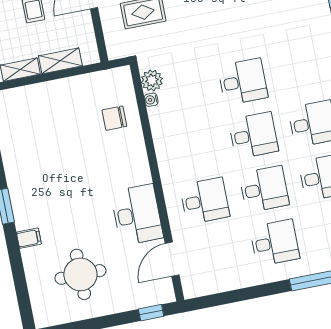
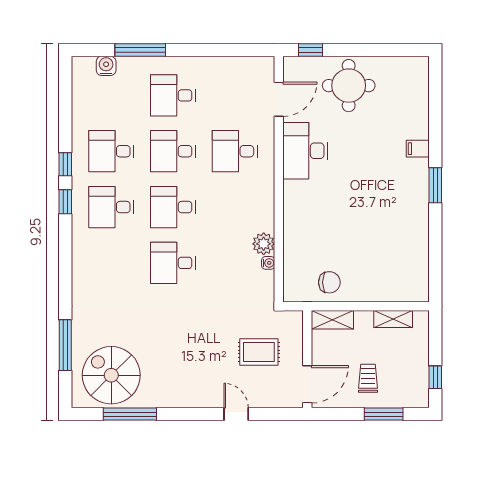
shelving: (60, 61) -> (332, 320), moved
plant: (152, 80) -> (264, 244), moved
chair: (114, 118) -> (329, 282), moved
round table: (80, 274) -> (349, 86), moved

